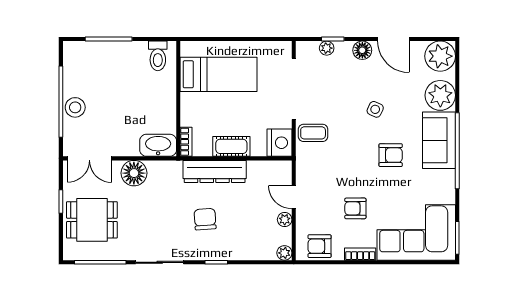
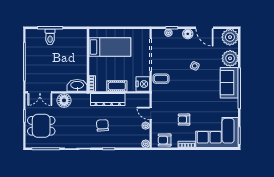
toilet: (158, 56) -> (50, 37), moved
stool: (75, 107) -> (32, 65), removed
armchair: (391, 155) -> (203, 91), removed

